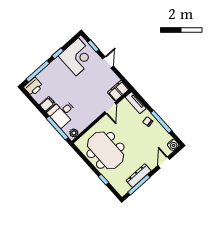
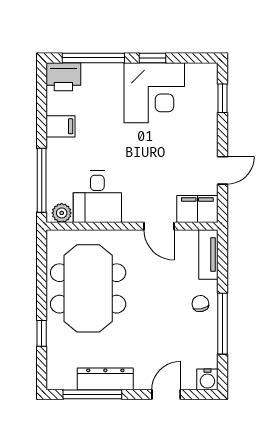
corner desk: (77, 57) -> (154, 93), moved
door: (108, 62) -> (222, 170), moved
door: (111, 108) -> (159, 226), hinge flipped
desk: (62, 113) -> (97, 197), moved, turned -90

